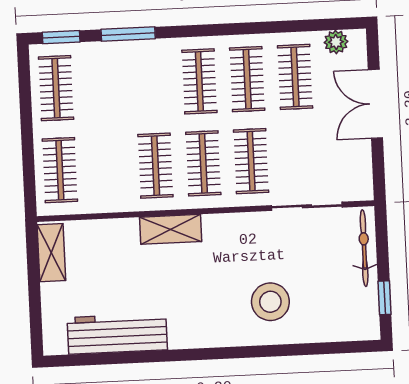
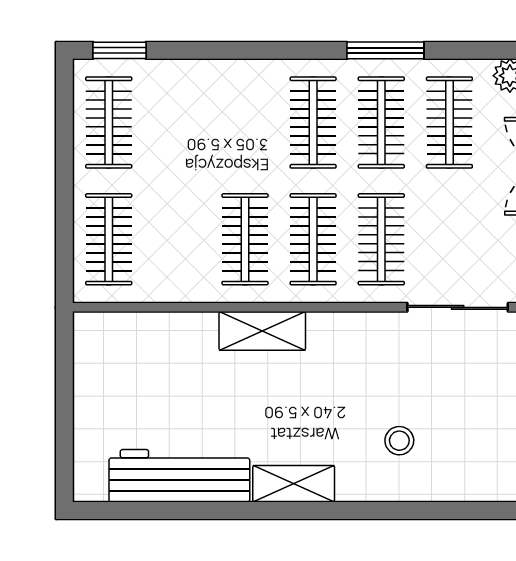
window: (128, 34) -> (385, 50), moved
shelving: (51, 253) -> (294, 484), moved, turned 90
stool: (270, 302) -> (399, 441), width x0.53, depth x0.53

